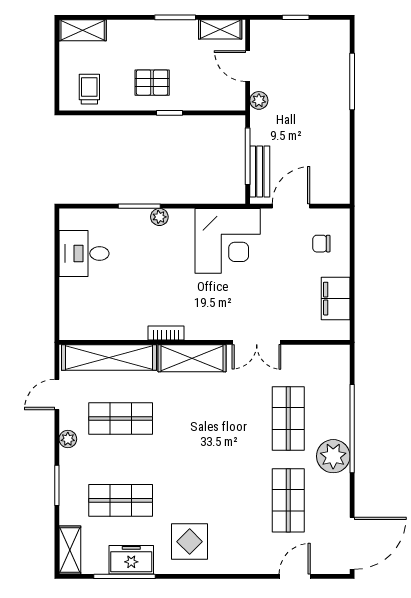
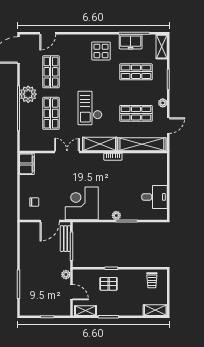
pallet: (152, 83) -> (109, 284), moved
filing cabinet: (336, 299) -> (27, 164), moved
checkout: (211, 429) -> (90, 108), added

